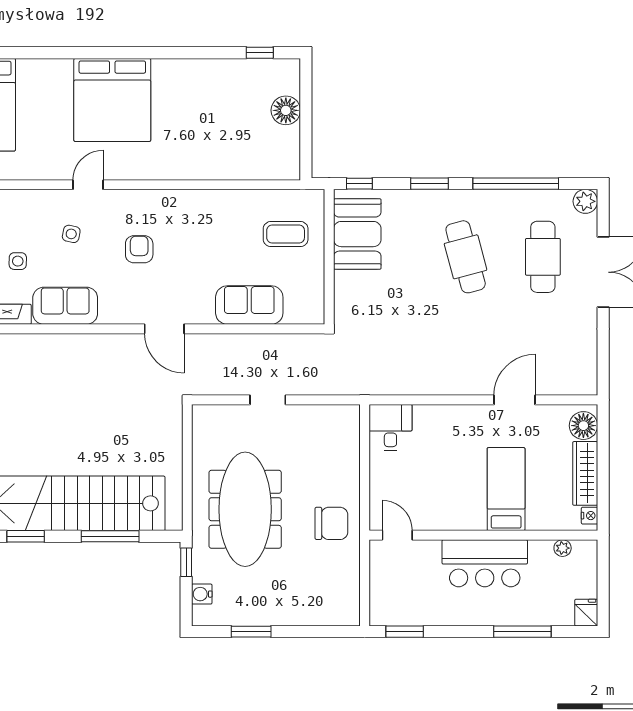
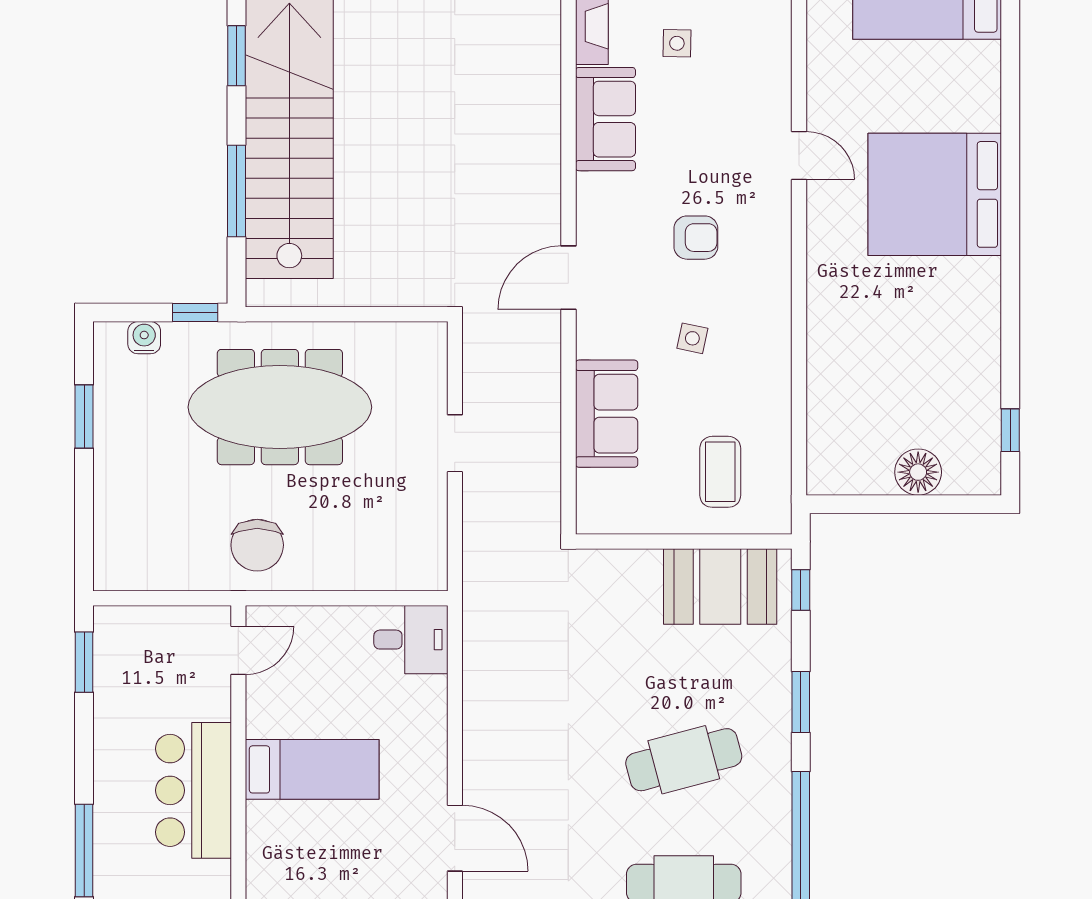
side table: (71, 234) -> (692, 338), moved
bed: (506, 489) -> (312, 769), moved

